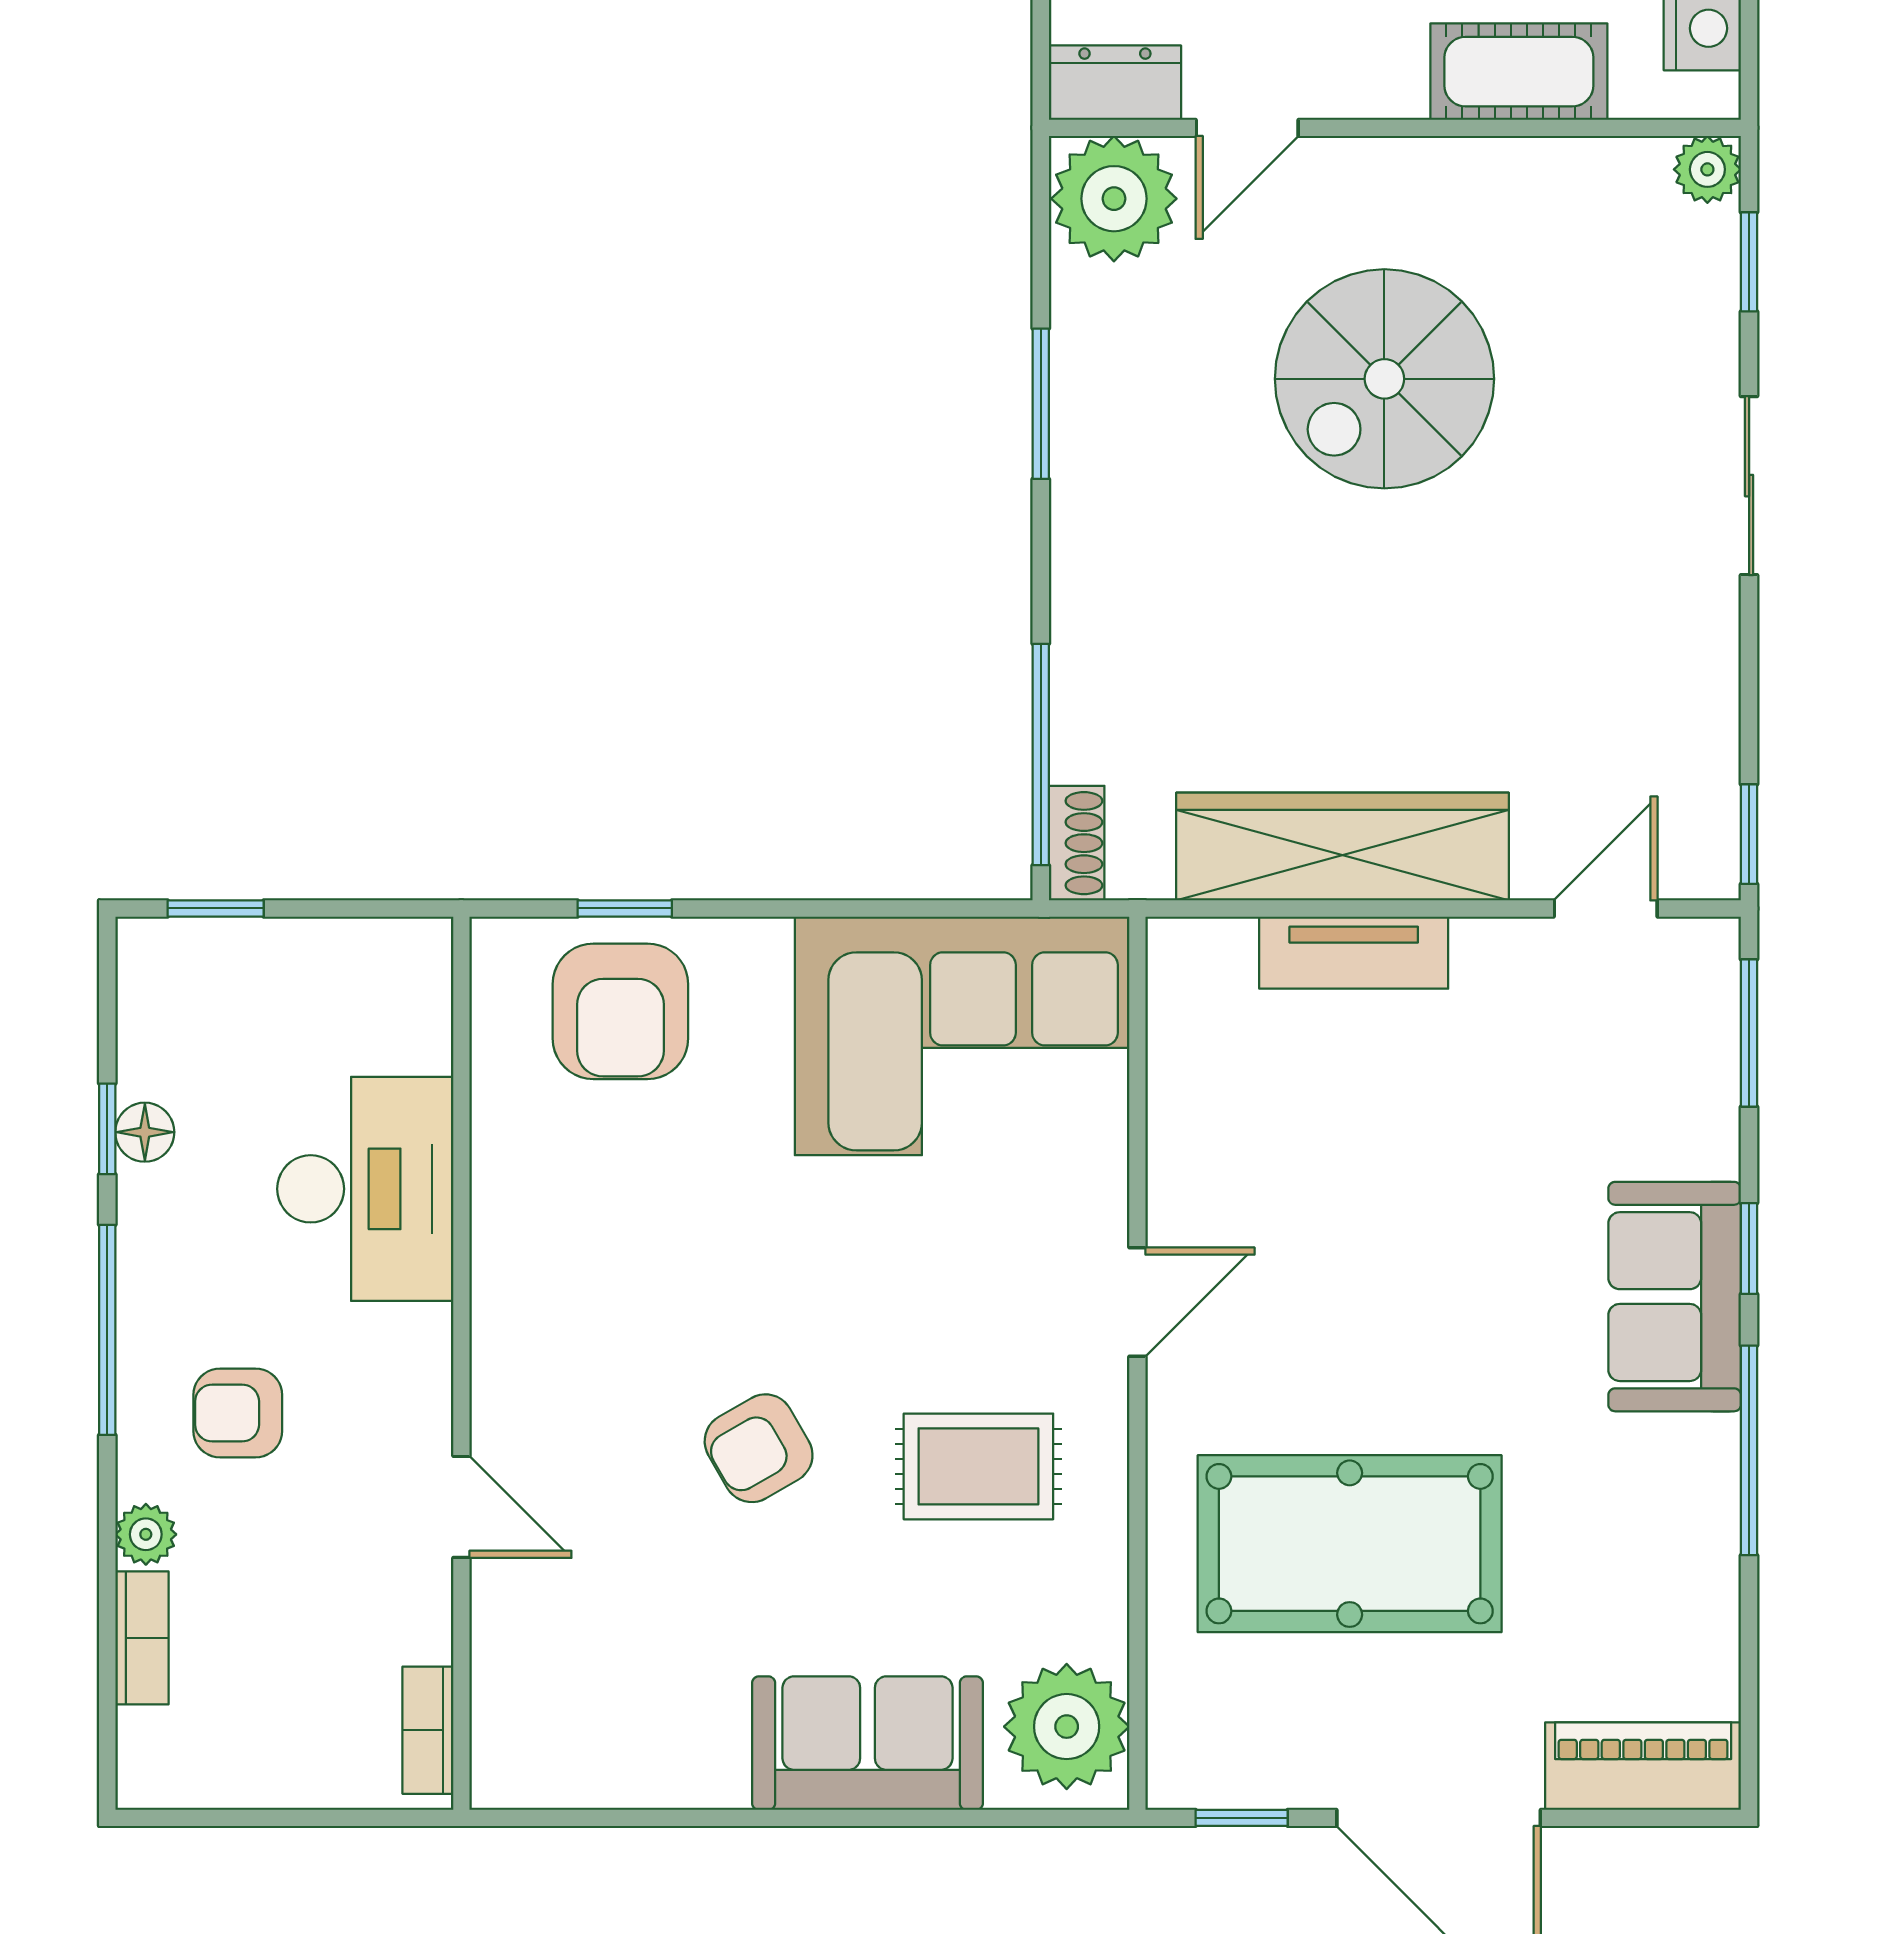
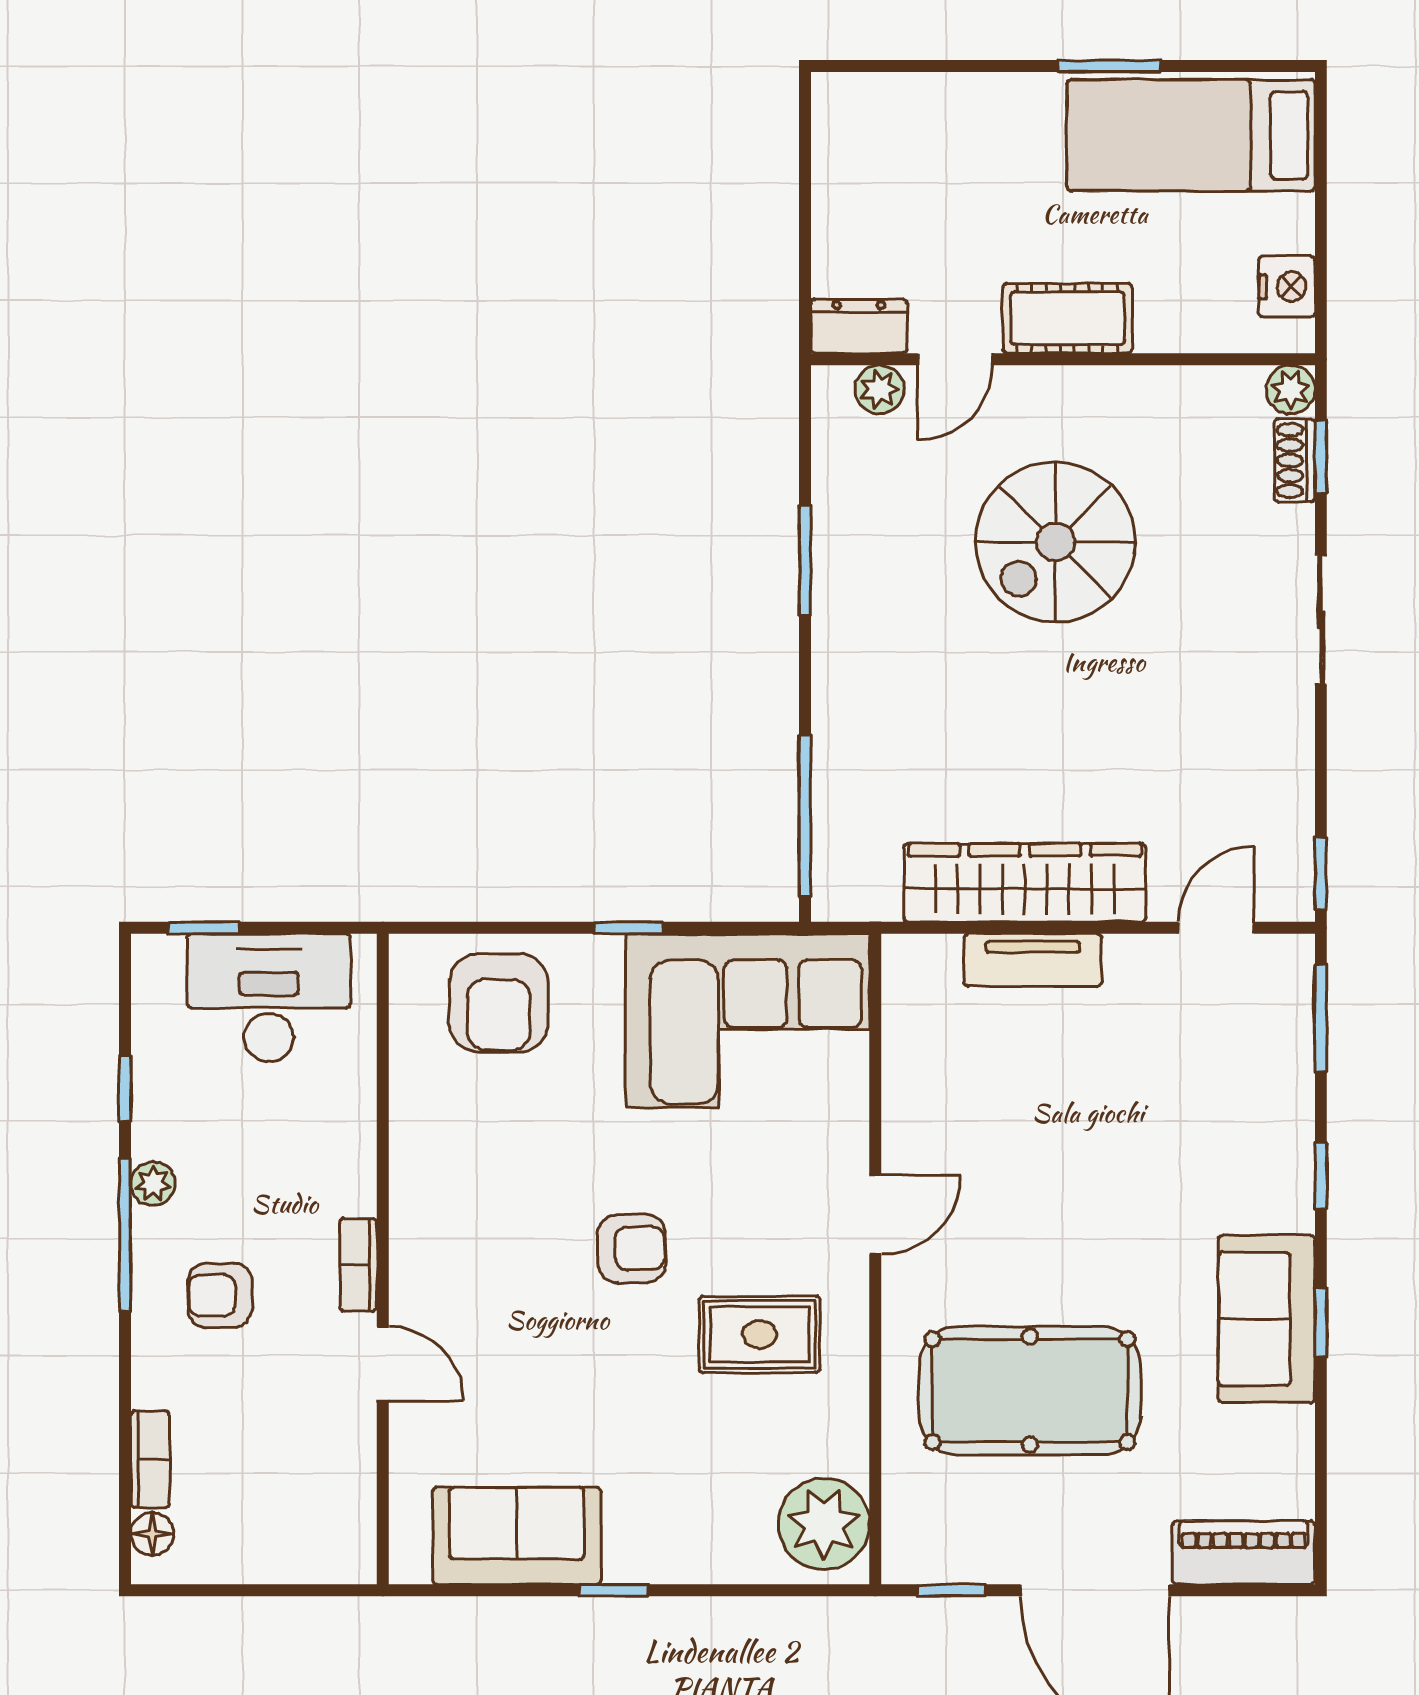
cot: (1519, 72) -> (1067, 318), moved
plant: (1114, 199) -> (880, 389), width x0.53, depth x0.53
shoe rack: (1077, 843) -> (1295, 460), moved, turned 180
window: (625, 908) -> (628, 928), moved
floor lamp: (145, 1132) -> (152, 1534), moved
desk: (365, 1189) -> (269, 998), moved, turned -90
sofa: (1675, 1297) -> (1267, 1319), moved
armchair: (759, 1448) -> (632, 1249), moved, turned -151
window: (1749, 1450) -> (1321, 1323), width x0.46
plant: (146, 1534) -> (153, 1184), moved
bookcase: (428, 1730) -> (358, 1265), moved
sofa: (868, 1743) -> (517, 1536), moved
window: (779, 1818) -> (614, 1590), added

